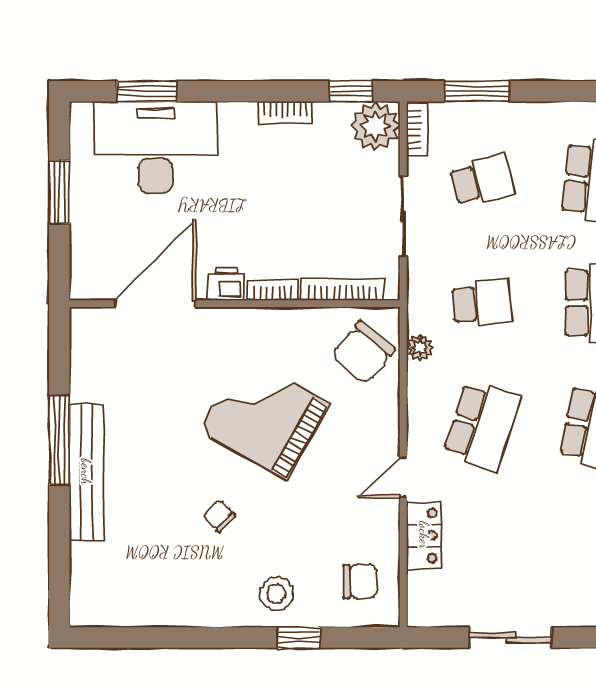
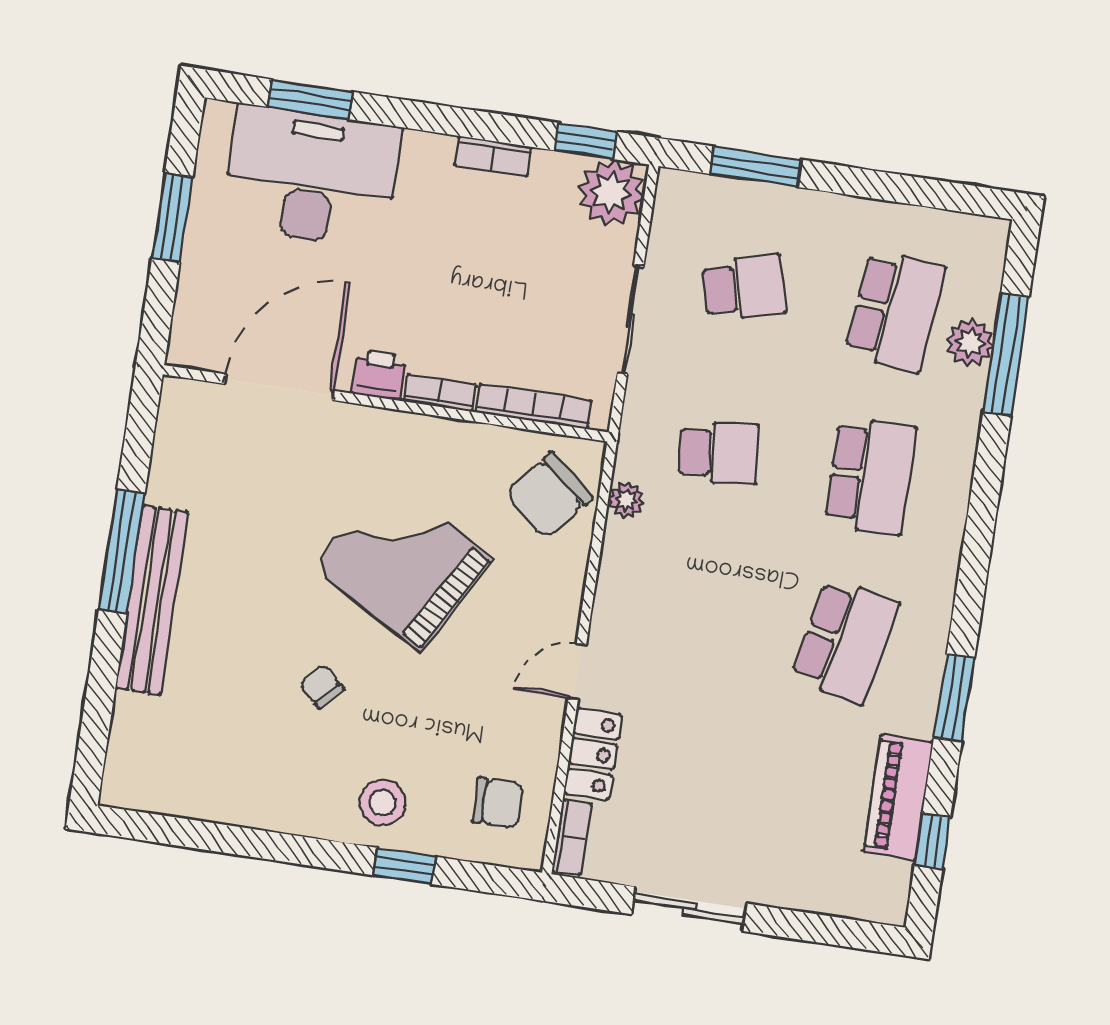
bookcase: (417, 129) -> (572, 837), moved
school desk: (482, 426) -> (694, 618), removed

